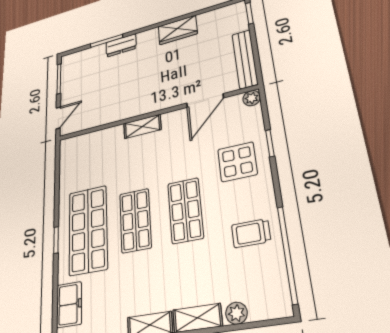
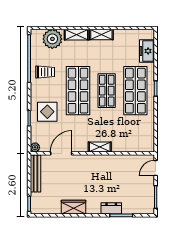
shop shelf: (185, 210) -> (78, 91), width x1.43, depth x1.36
plant: (236, 313) -> (52, 39), width x1.87, depth x1.87

